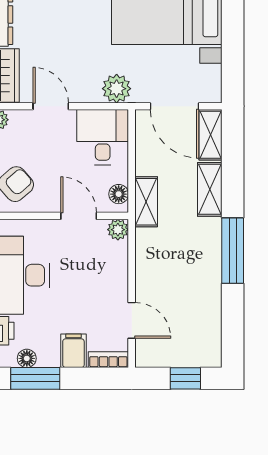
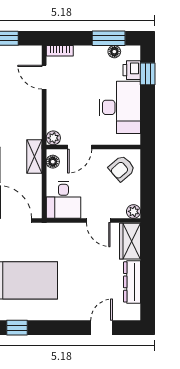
plant: (117, 89) -> (54, 232), removed
door: (79, 216) -> (80, 147), hinge flipped
filing cabinet: (73, 351) -> (83, 57), removed

